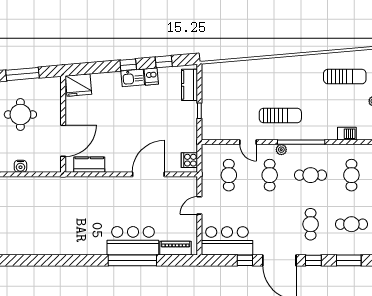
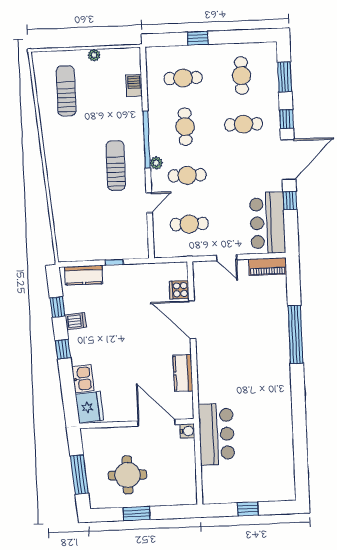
kitchen sink: (133, 78) -> (83, 379), moved
cooker: (189, 160) -> (179, 290), moved, turned 90
kitchen counter: (89, 165) -> (183, 373), moved
water cooler: (20, 166) -> (187, 431), moved
bar counter: (133, 241) -> (216, 434), moved, turned 180
piano: (175, 248) -> (268, 267), moved, turned -90

